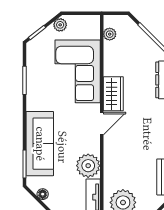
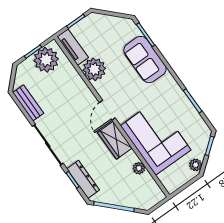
plant: (110, 34) -> (139, 168), moved
sofa: (40, 144) -> (145, 60), width x0.73
floor lamp: (43, 194) -> (114, 21), removed

